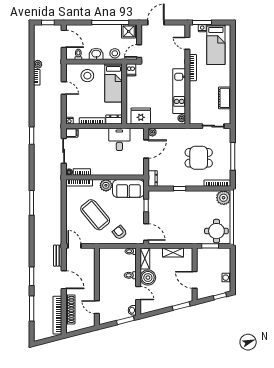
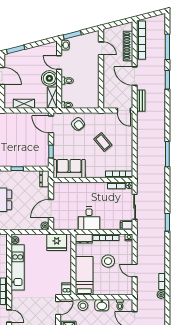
stool: (87, 76) -> (108, 261), moved
desk: (119, 139) -> (89, 218), moved
plant: (106, 185) -> (92, 172), removed
coffee table: (95, 215) -> (103, 142), width x0.54, depth x0.58

